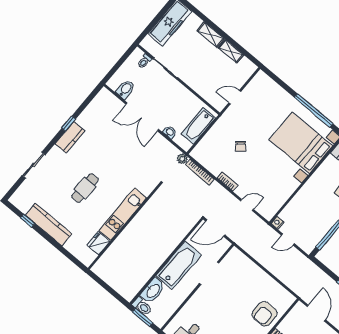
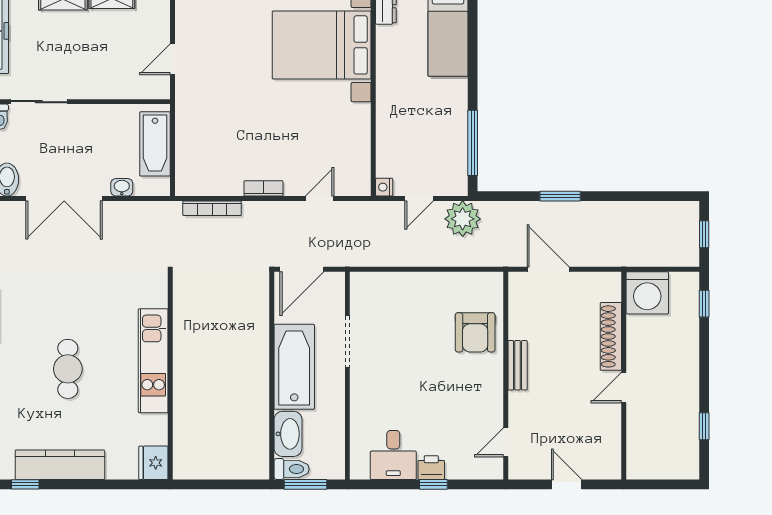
chair: (241, 147) -> (240, 123), removed
plant: (182, 159) -> (463, 219), moved, width x1.87, depth x1.87
fridge: (98, 243) -> (153, 463), moved

